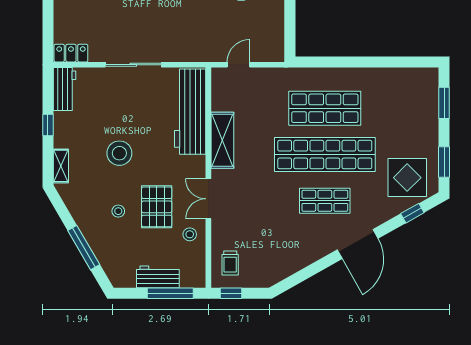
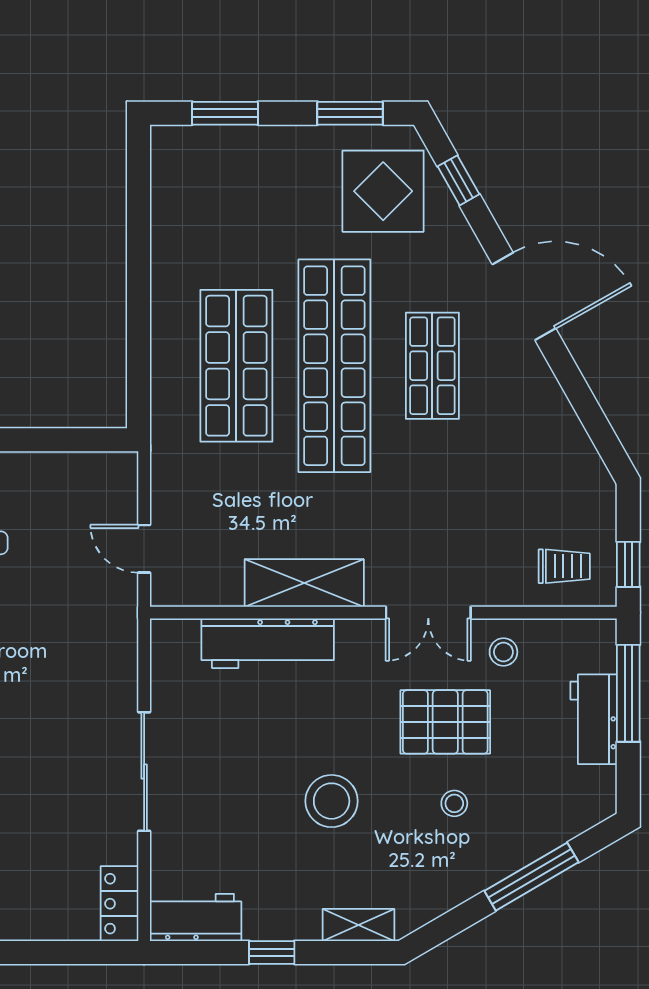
workbench: (190, 112) -> (268, 643), width x0.73, depth x0.76

